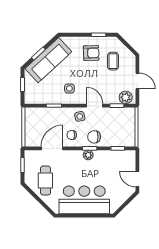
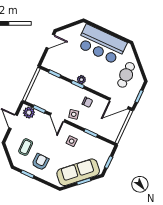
armchair: (91, 53) -> (40, 162), turned 94
chair: (94, 137) -> (70, 92), removed
door: (52, 148) -> (119, 103), moved
door: (137, 179) -> (50, 41), hinge flipped

